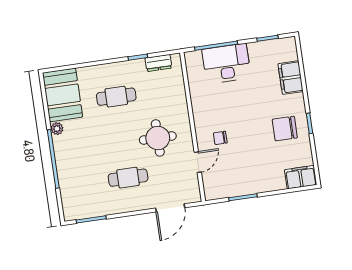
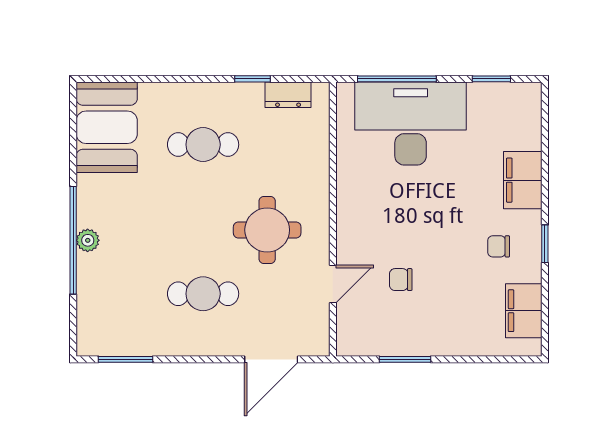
desk: (226, 64) -> (411, 124), width x1.36, depth x1.30
filing cabinet: (291, 78) -> (523, 180), moved
plant: (57, 129) -> (88, 240), moved
chair: (285, 129) -> (499, 246), width x0.54, depth x0.54
chair: (220, 138) -> (401, 280), moved
filing cabinet: (301, 177) -> (524, 311), moved, turned -90

